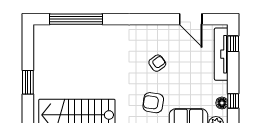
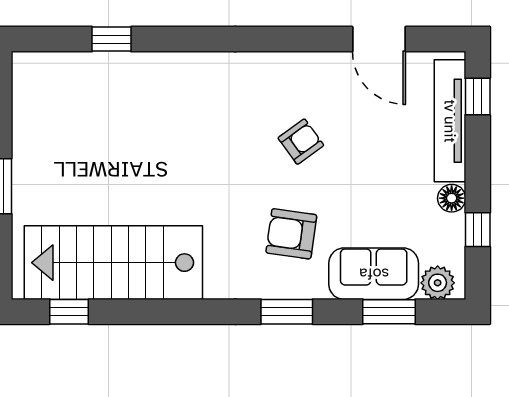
window: (76, 19) -> (112, 39), width x0.32
floor lamp: (222, 103) -> (452, 198), moved

